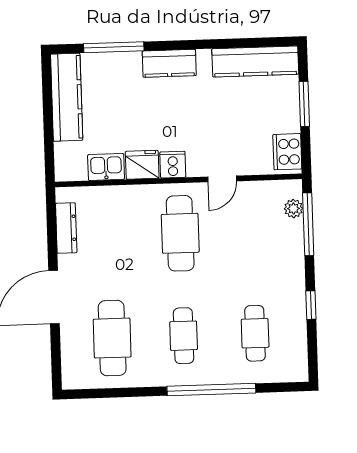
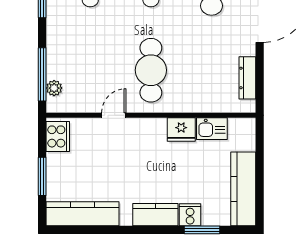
window: (114, 47) -> (202, 230), width x0.69
cooker: (173, 165) -> (190, 215), moved, turned 180

